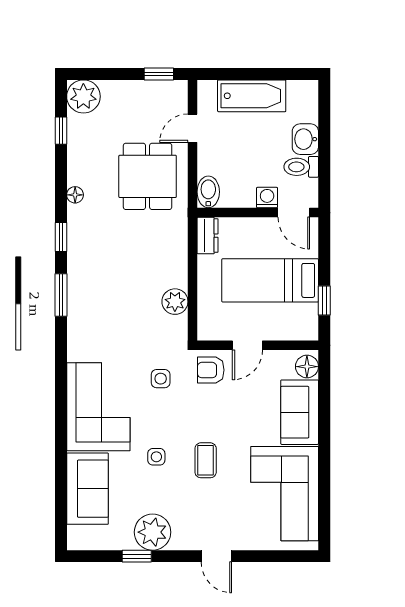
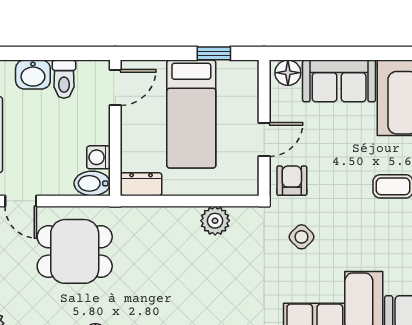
washing machine: (267, 198) -> (98, 157), moved
door: (247, 345) -> (264, 139), hinge flipped
armchair: (211, 370) -> (292, 181), turned 180
side table: (161, 379) -> (301, 237), turned 45
side table: (156, 457) -> (389, 242), removed

